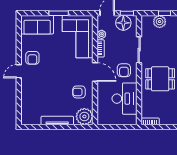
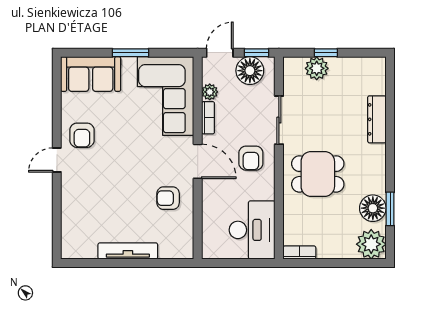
desk: (125, 99) -> (252, 230), moved
plant: (84, 116) -> (178, 243), removed

